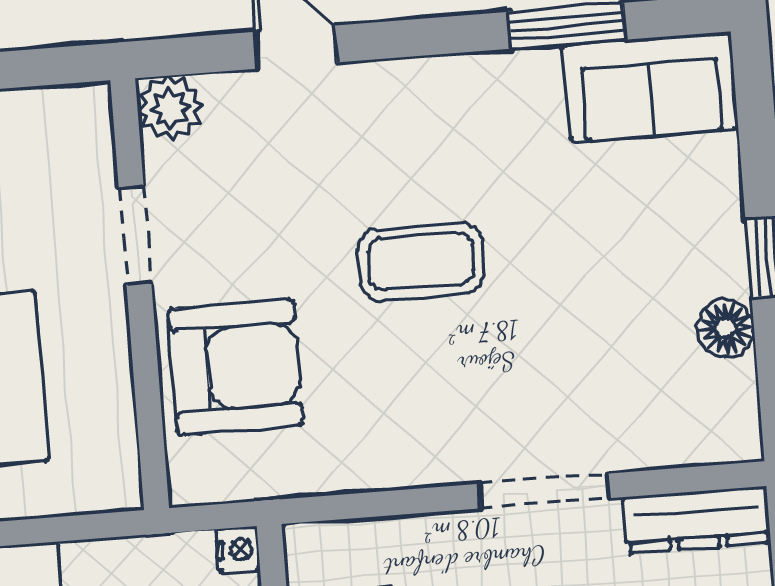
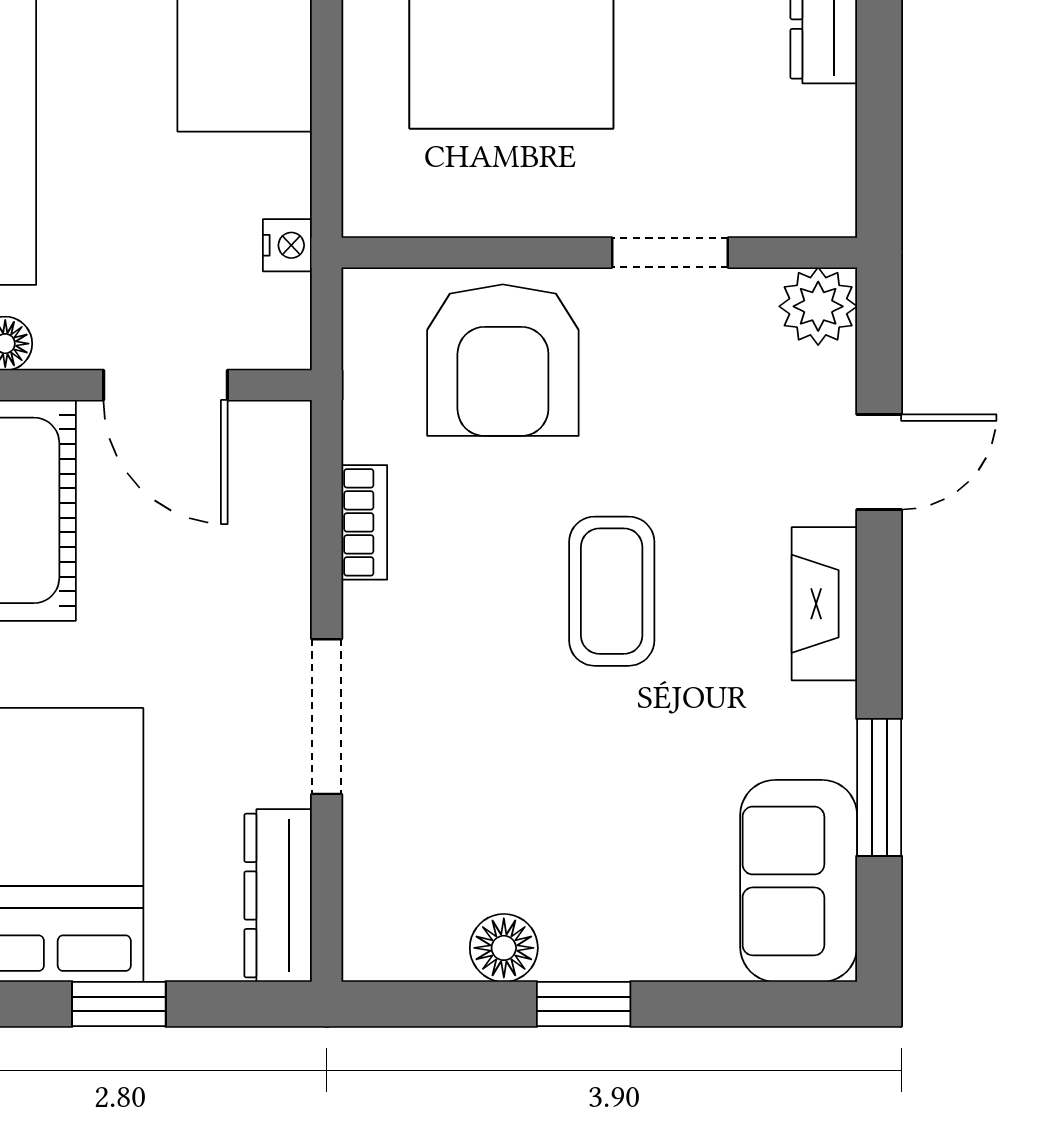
fireplace: (418, 83) -> (824, 604), added
bookcase: (380, 472) -> (364, 522), added
nightstand: (238, 549) -> (287, 245), moved, turned -90

